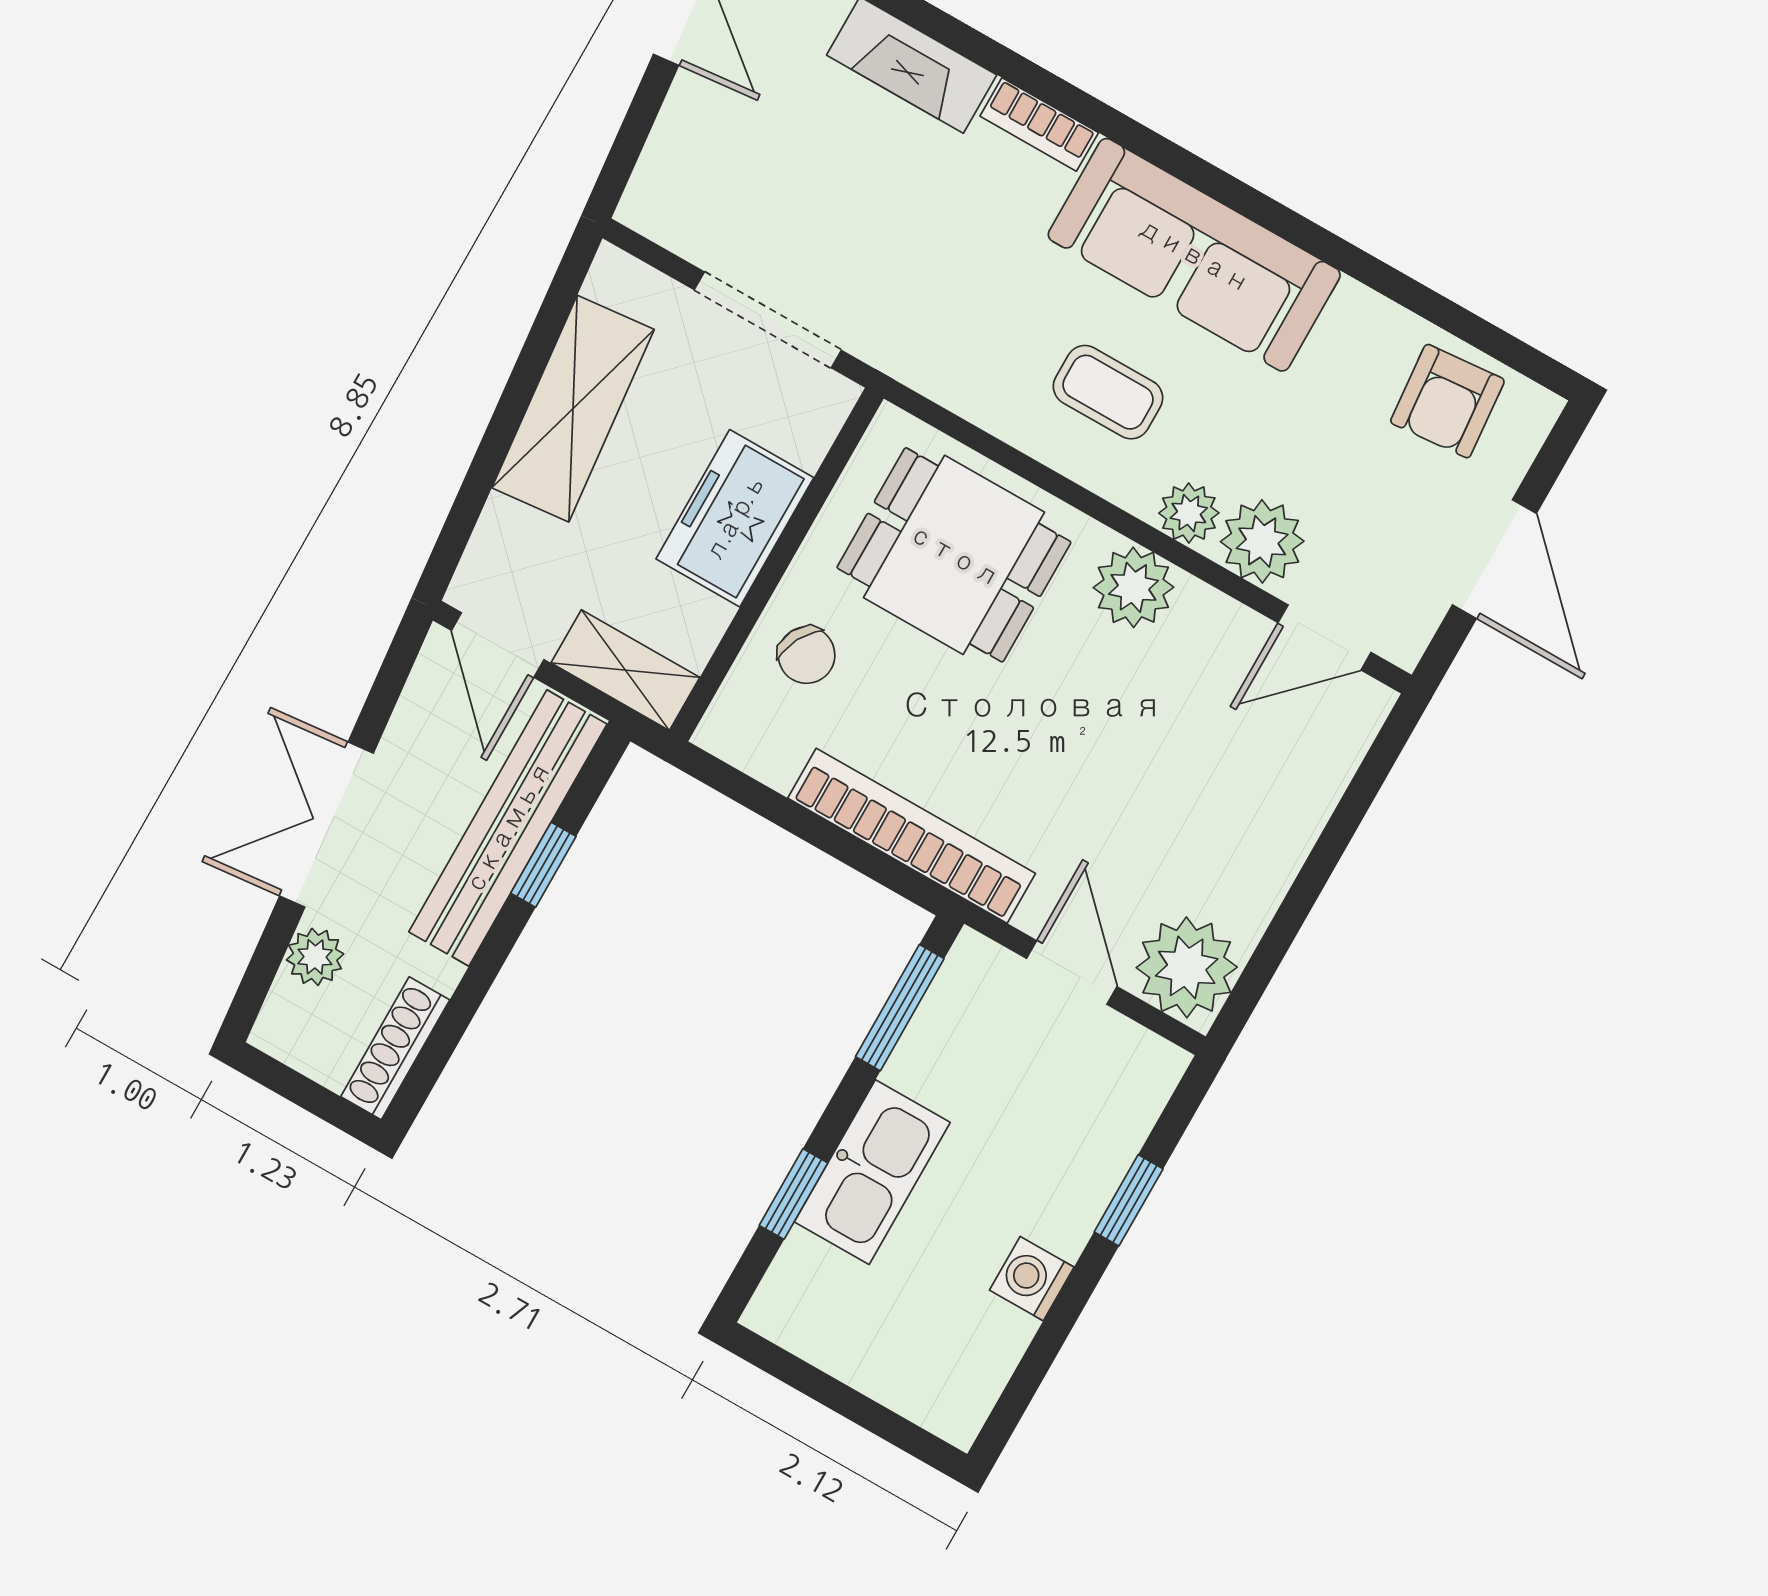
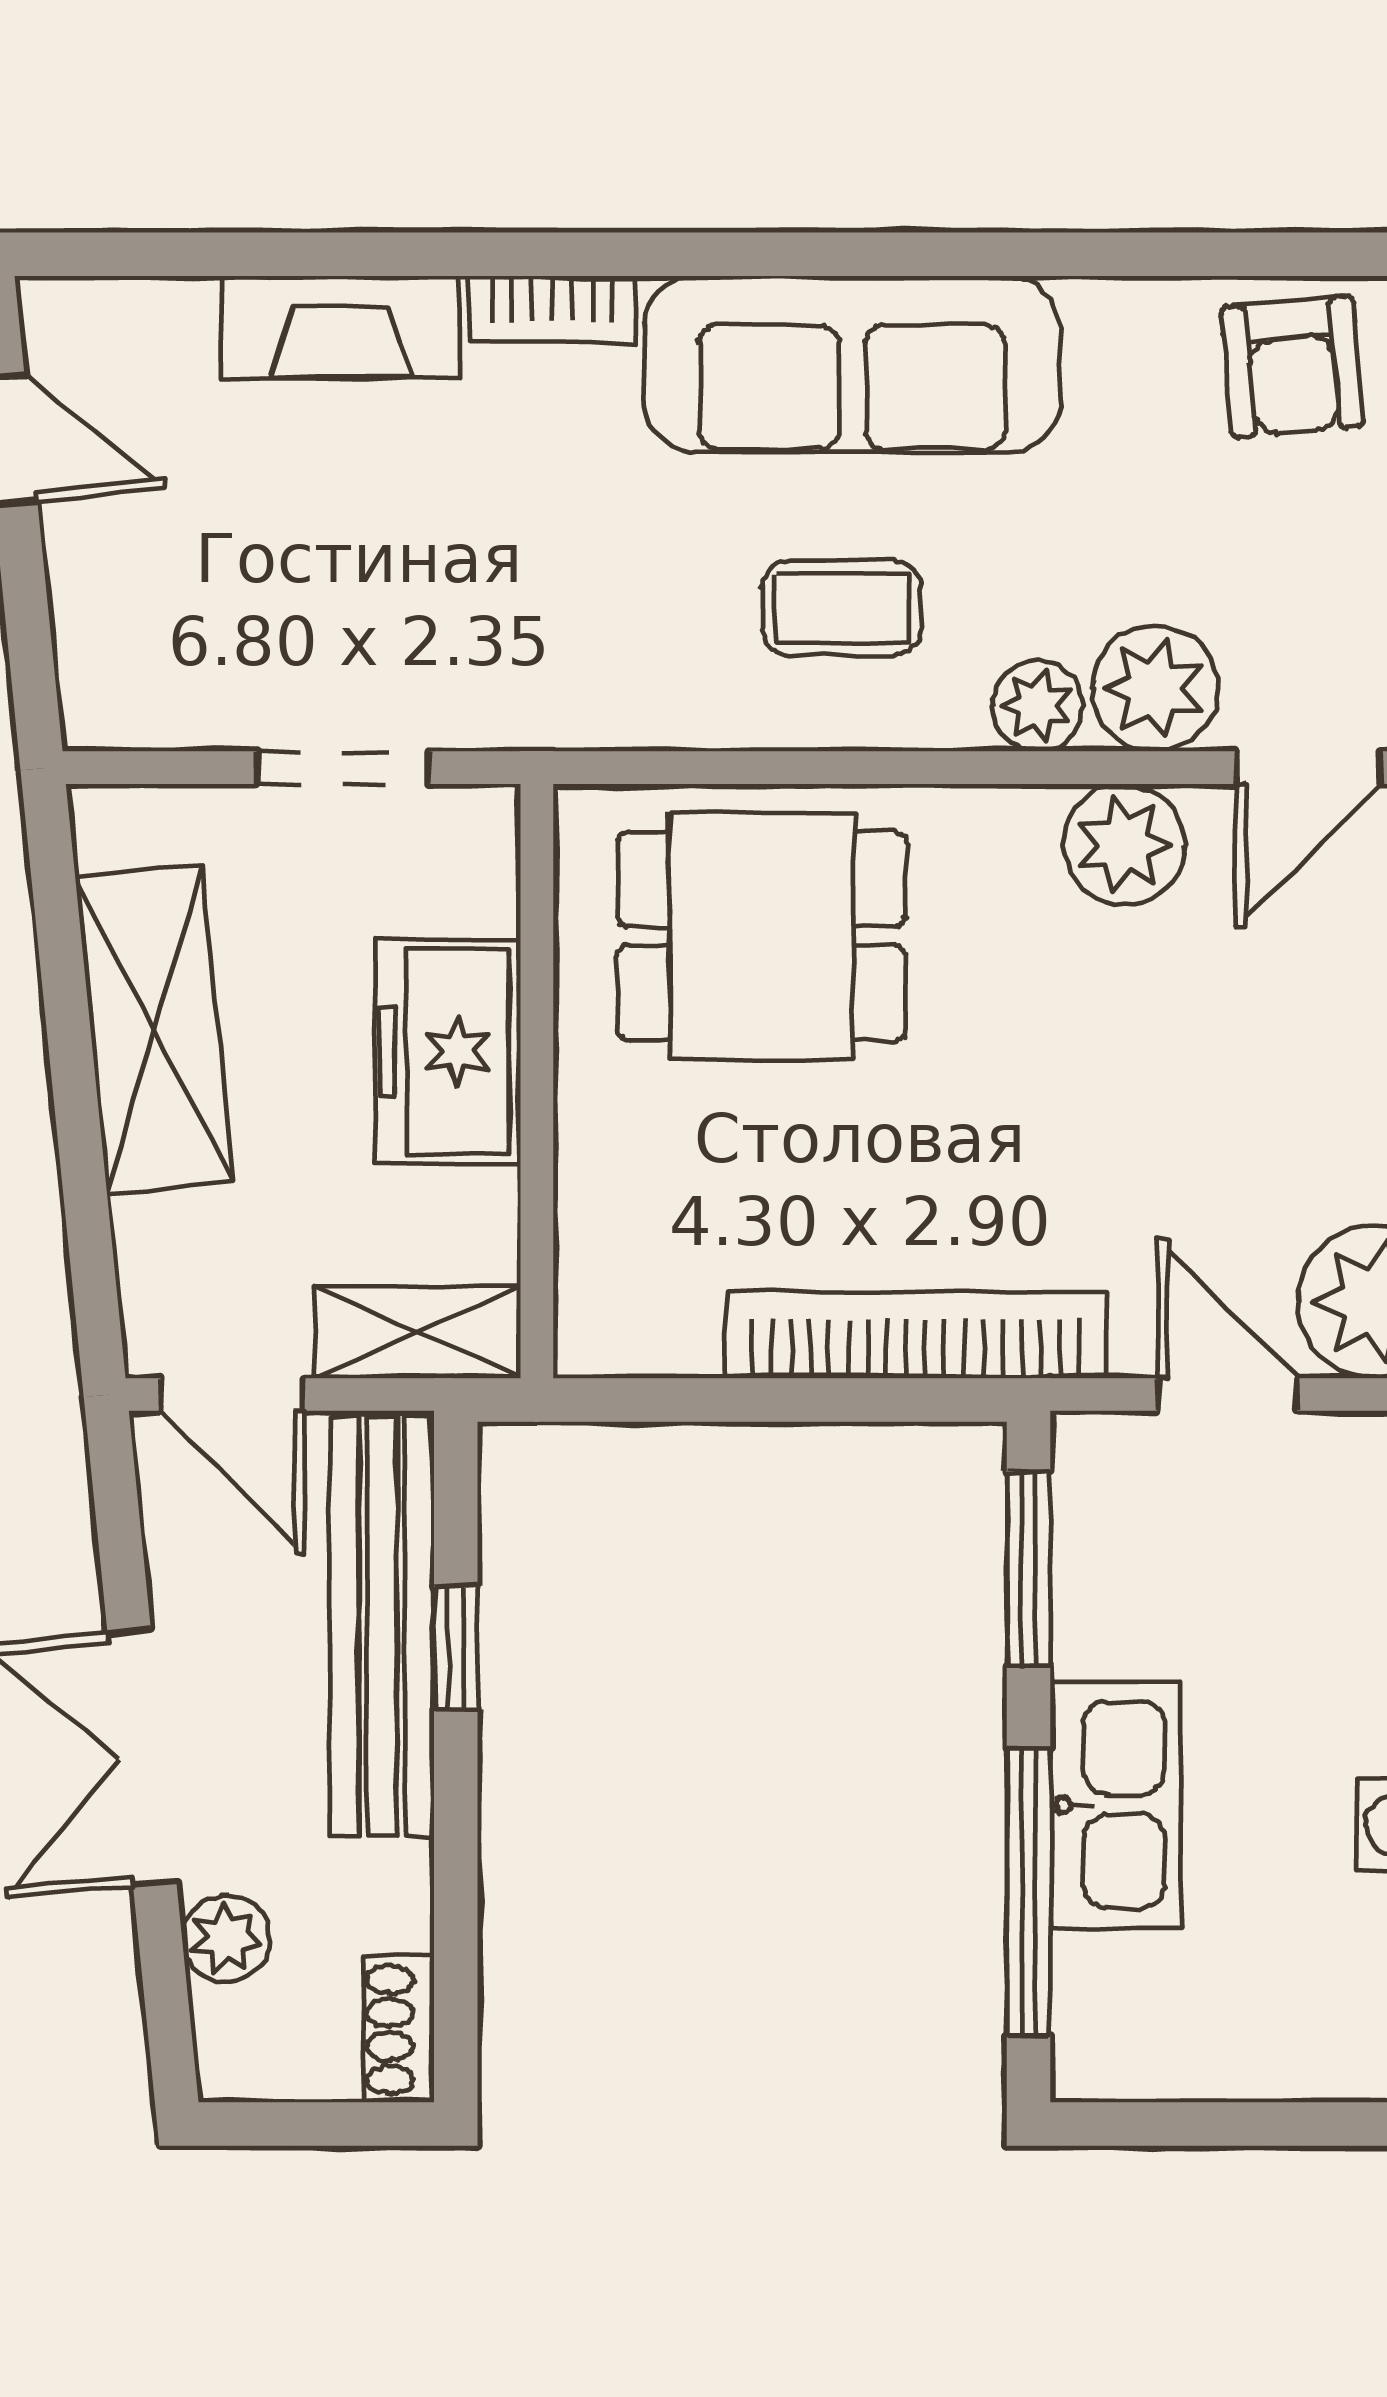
doorway: (768, 320) -> (343, 768), width x0.73
plant: (1133, 587) -> (1124, 845), moved
chair: (807, 655) -> (643, 1177), removed
shoe rack: (395, 1048) -> (399, 2030), width x0.70
window: (793, 1194) -> (1029, 1892), width x2.17

